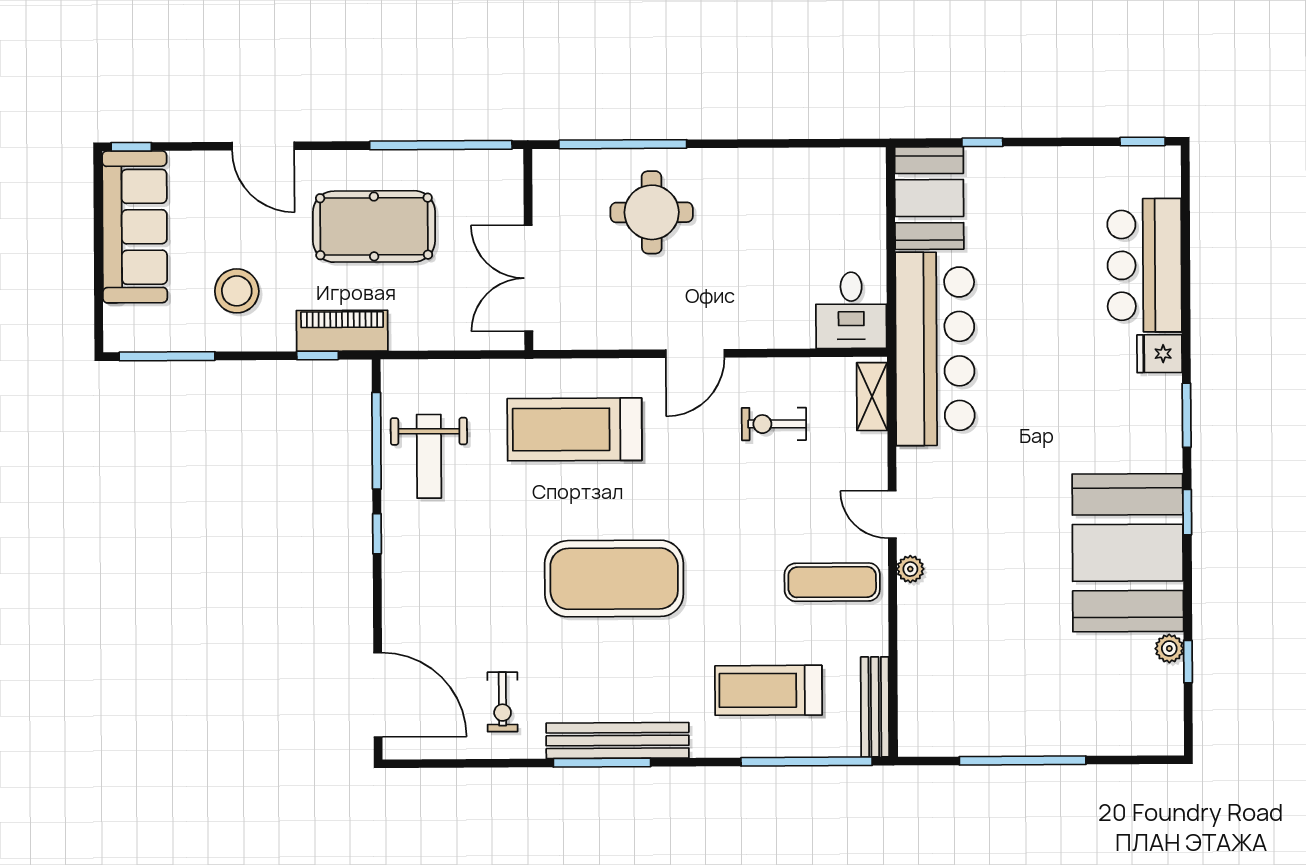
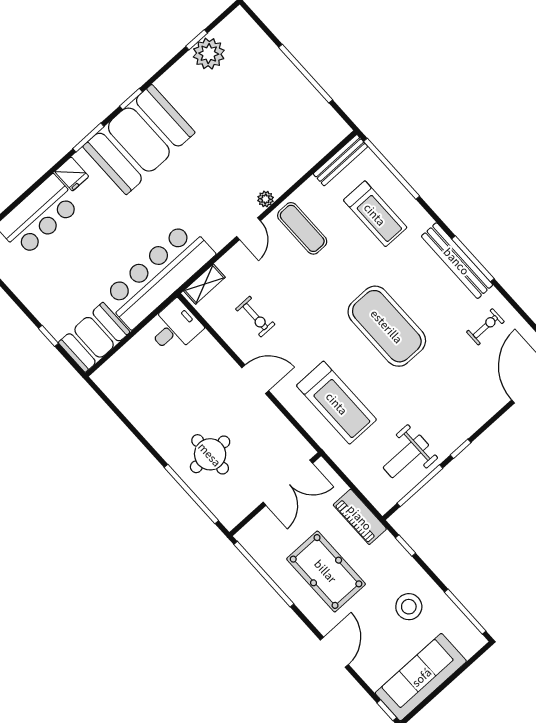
piano: (342, 331) -> (360, 517), moved
weight bench: (429, 456) -> (406, 456), turned 180
booth: (1128, 553) -> (139, 140), moved
plant: (1169, 648) -> (209, 54), width x1.87, depth x1.87

